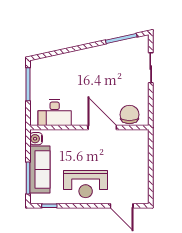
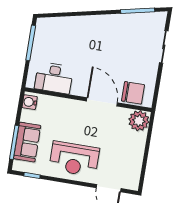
chair: (129, 115) -> (133, 93), turned 90
plant: (139, 139) -> (139, 121), added
sofa: (40, 169) -> (27, 142), width x0.73

